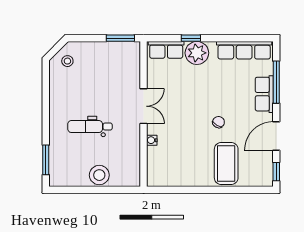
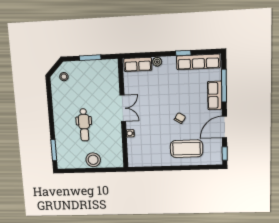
window: (120, 38) -> (90, 58), moved
window: (191, 38) -> (183, 53), moved
plant: (197, 53) -> (157, 62), width x0.53, depth x0.53
dental chair: (90, 127) -> (84, 125), turned -90
coffee table: (226, 164) -> (187, 149), turned 90

